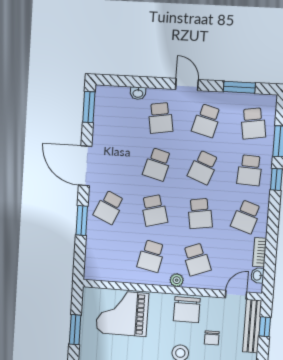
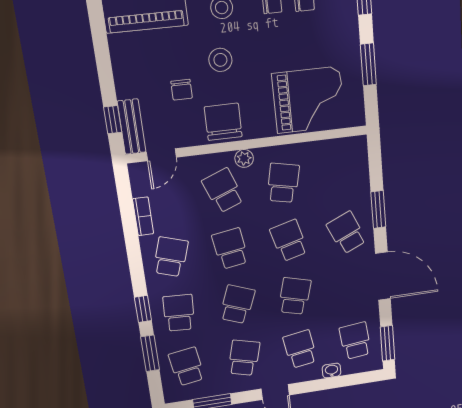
school desk: (115, 115) -> (355, 341), added
school desk: (109, 207) -> (347, 233), turned -48
washbasin: (257, 276) -> (139, 186), removed
bench: (252, 326) -> (132, 127), width x0.73
chair: (212, 338) -> (182, 90), turned 180

